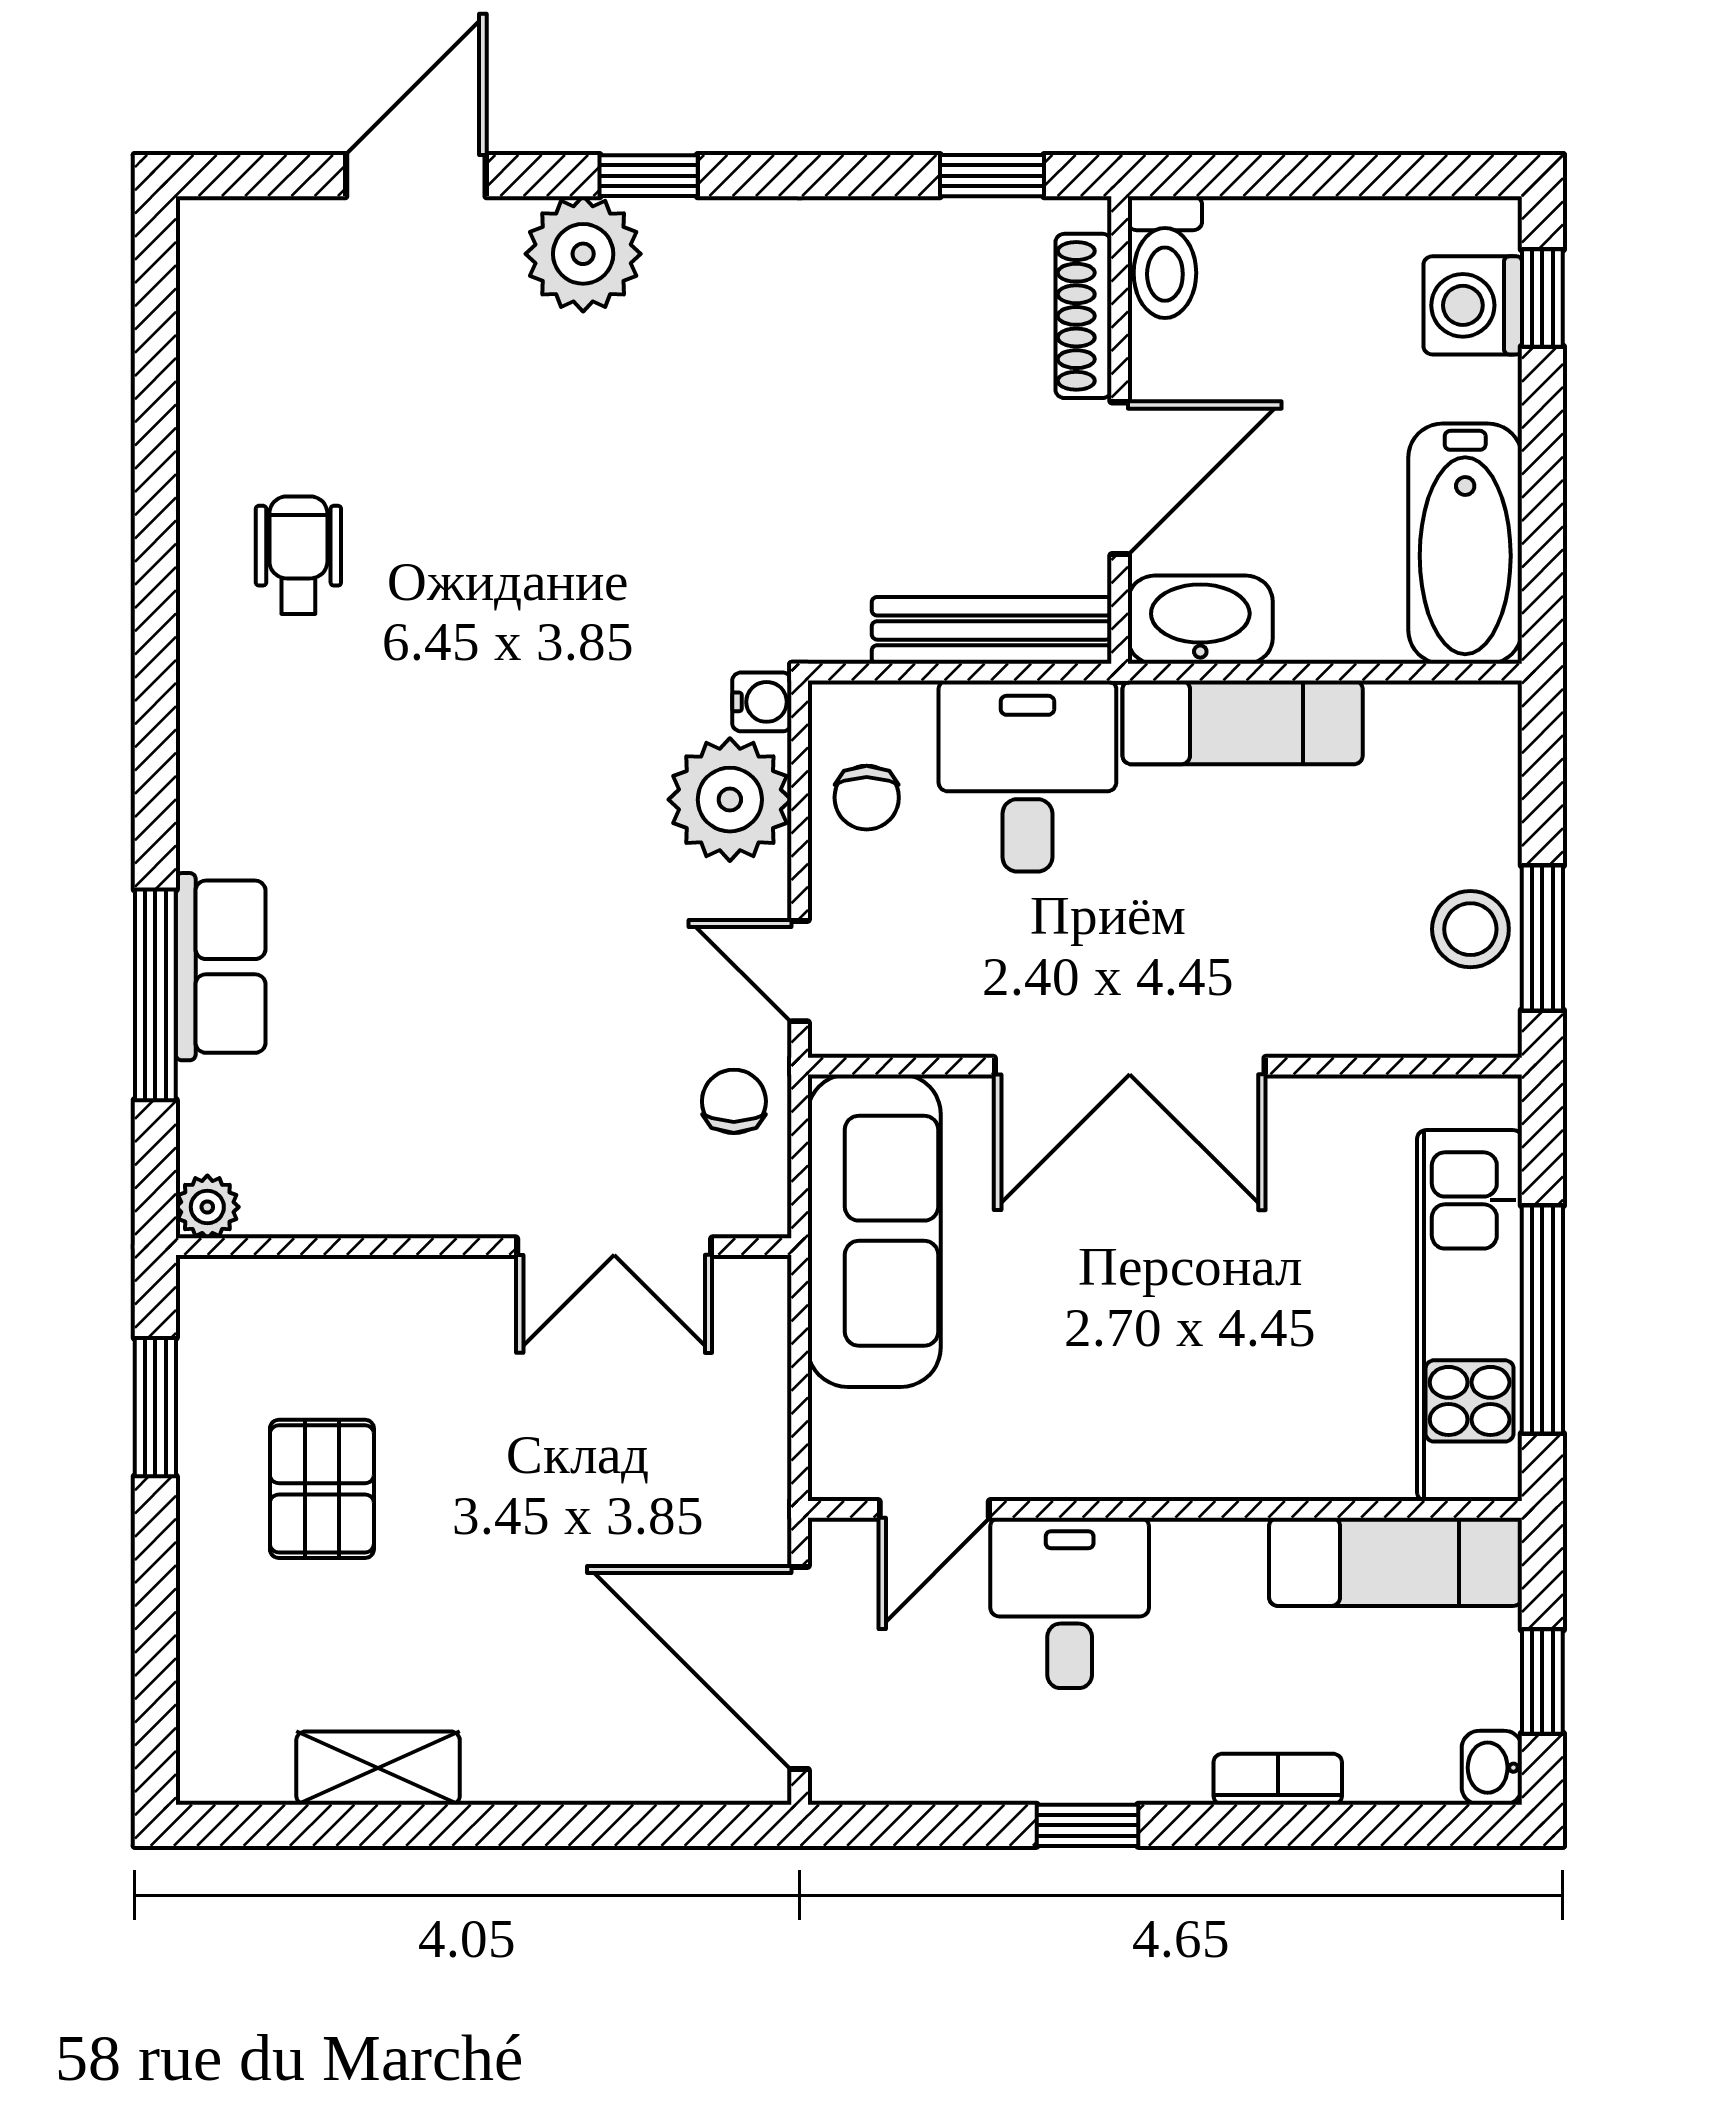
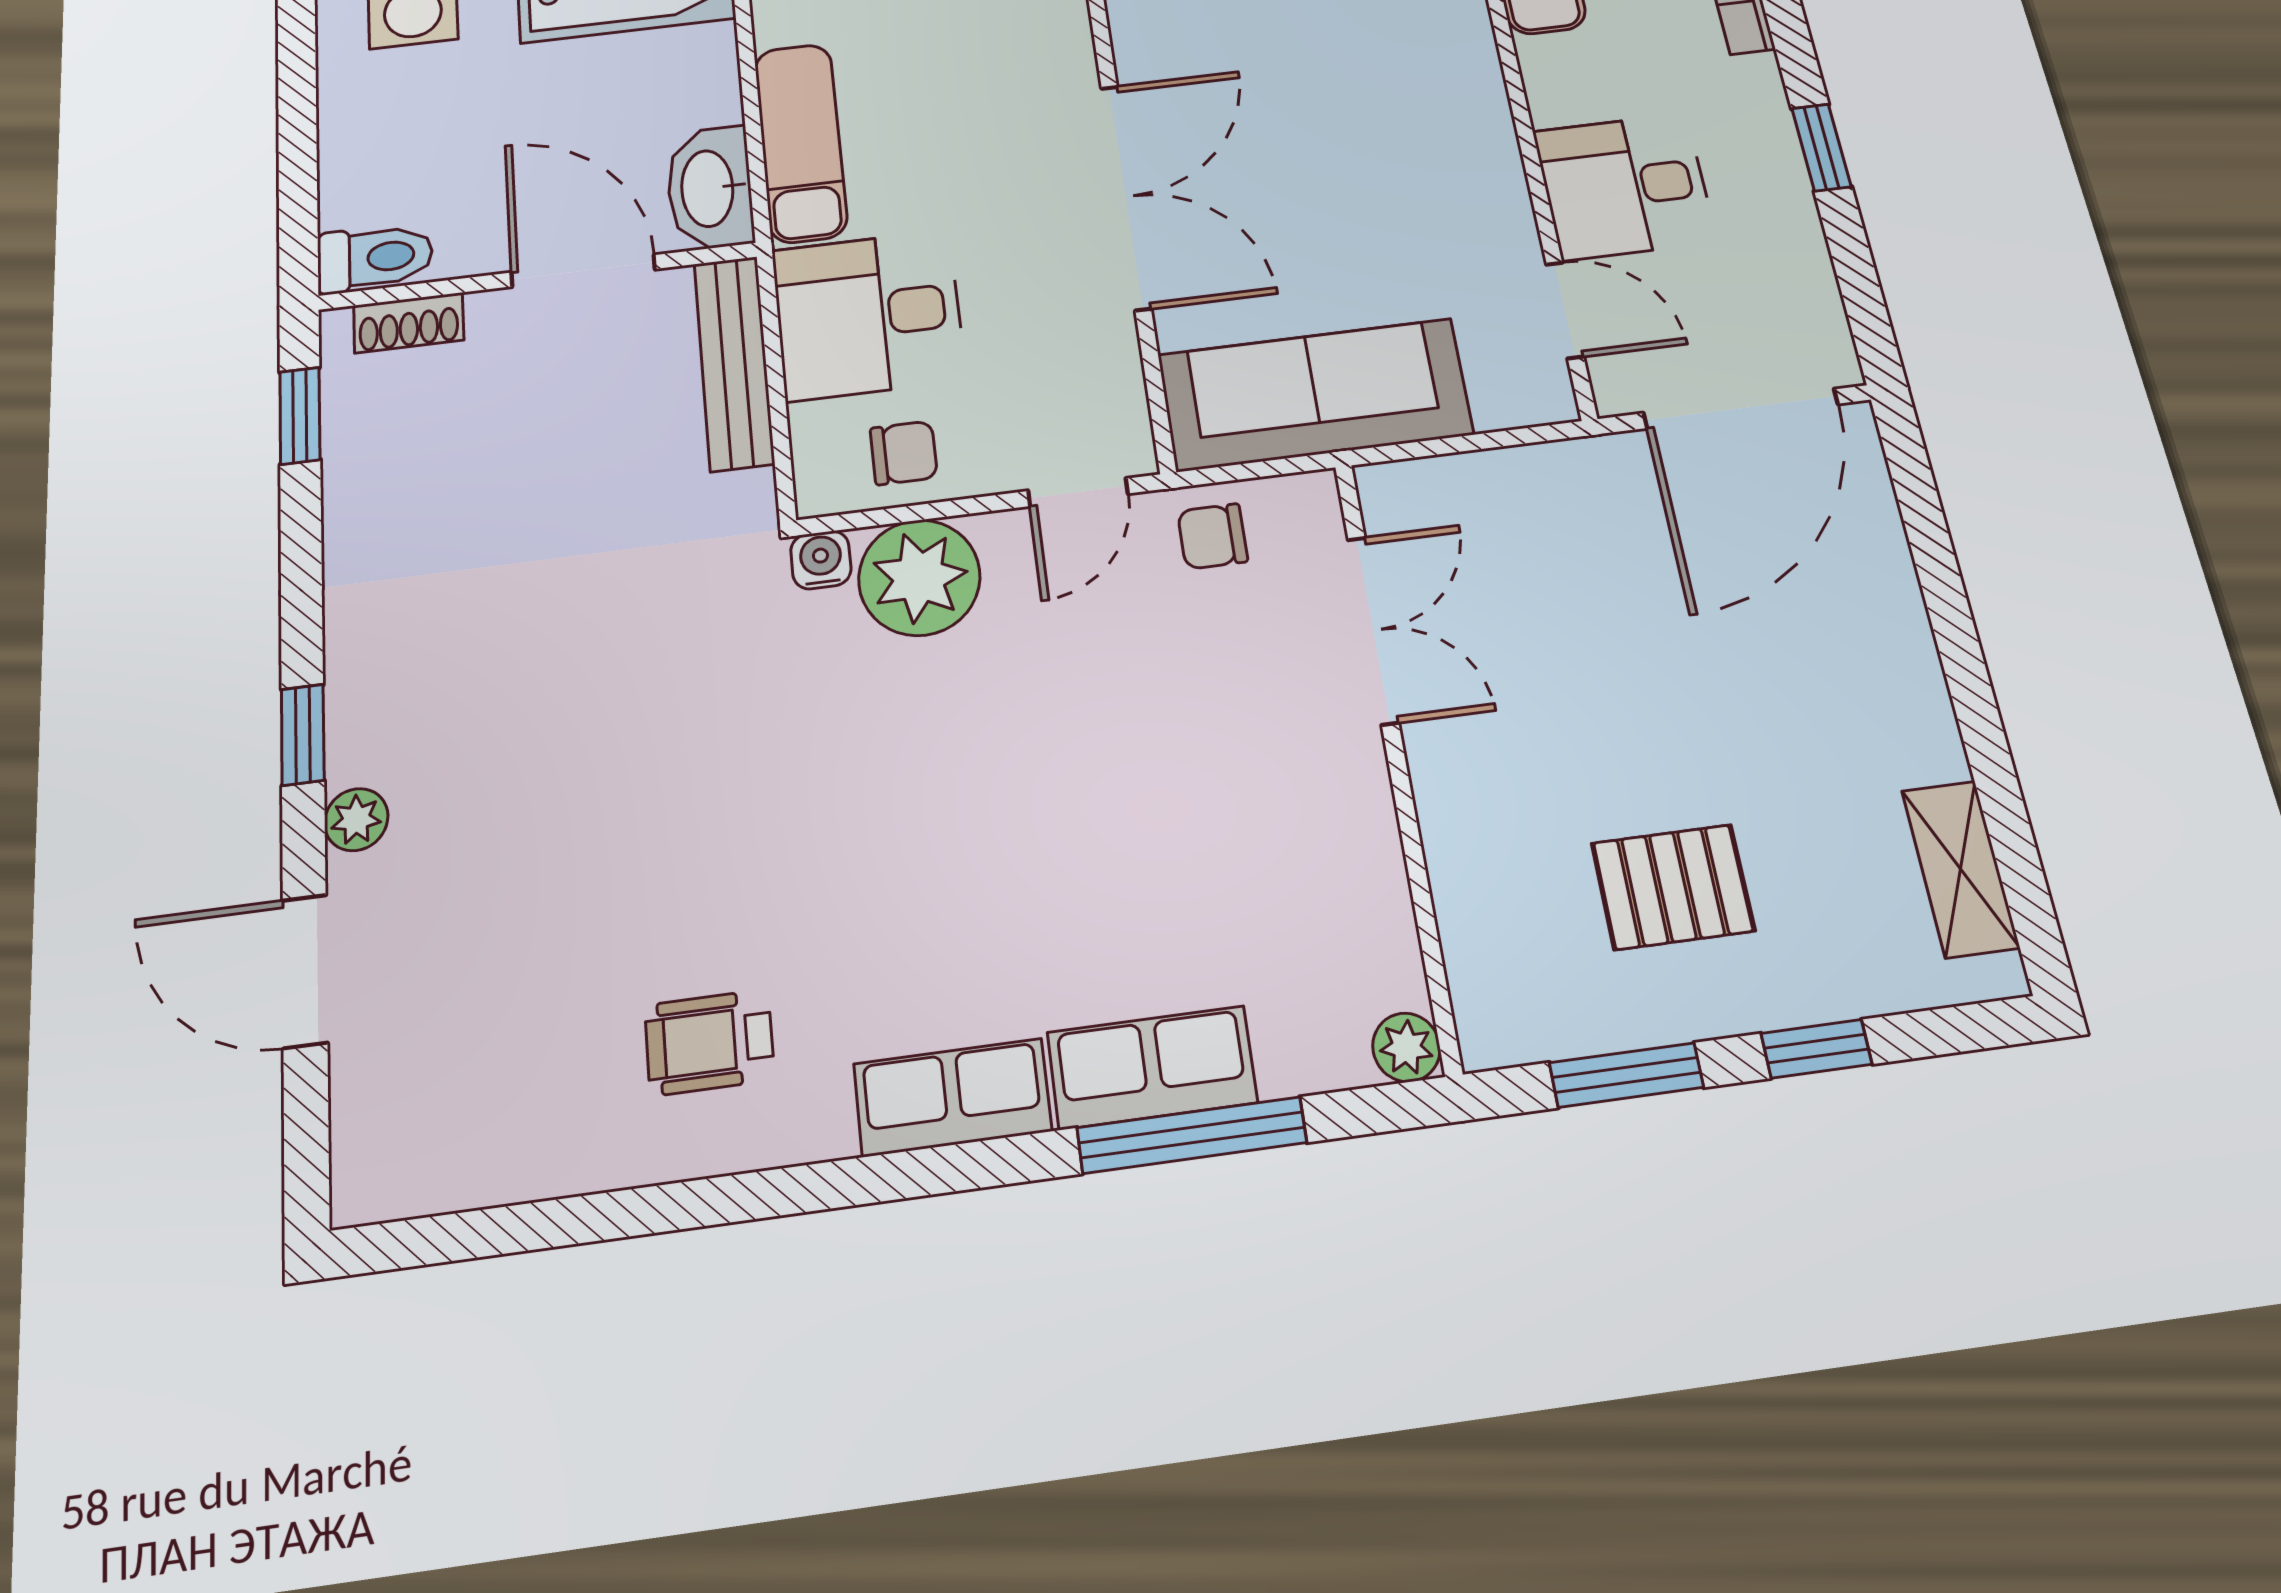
plant: (583, 254) -> (356, 820), width x0.53, depth x0.53
shoe rack: (1084, 316) -> (409, 323), width x0.70
row of seats: (218, 777) -> (952, 1097), added
window: (155, 1589) -> (1816, 1049), added
shelving: (378, 1768) -> (1960, 869), moved

